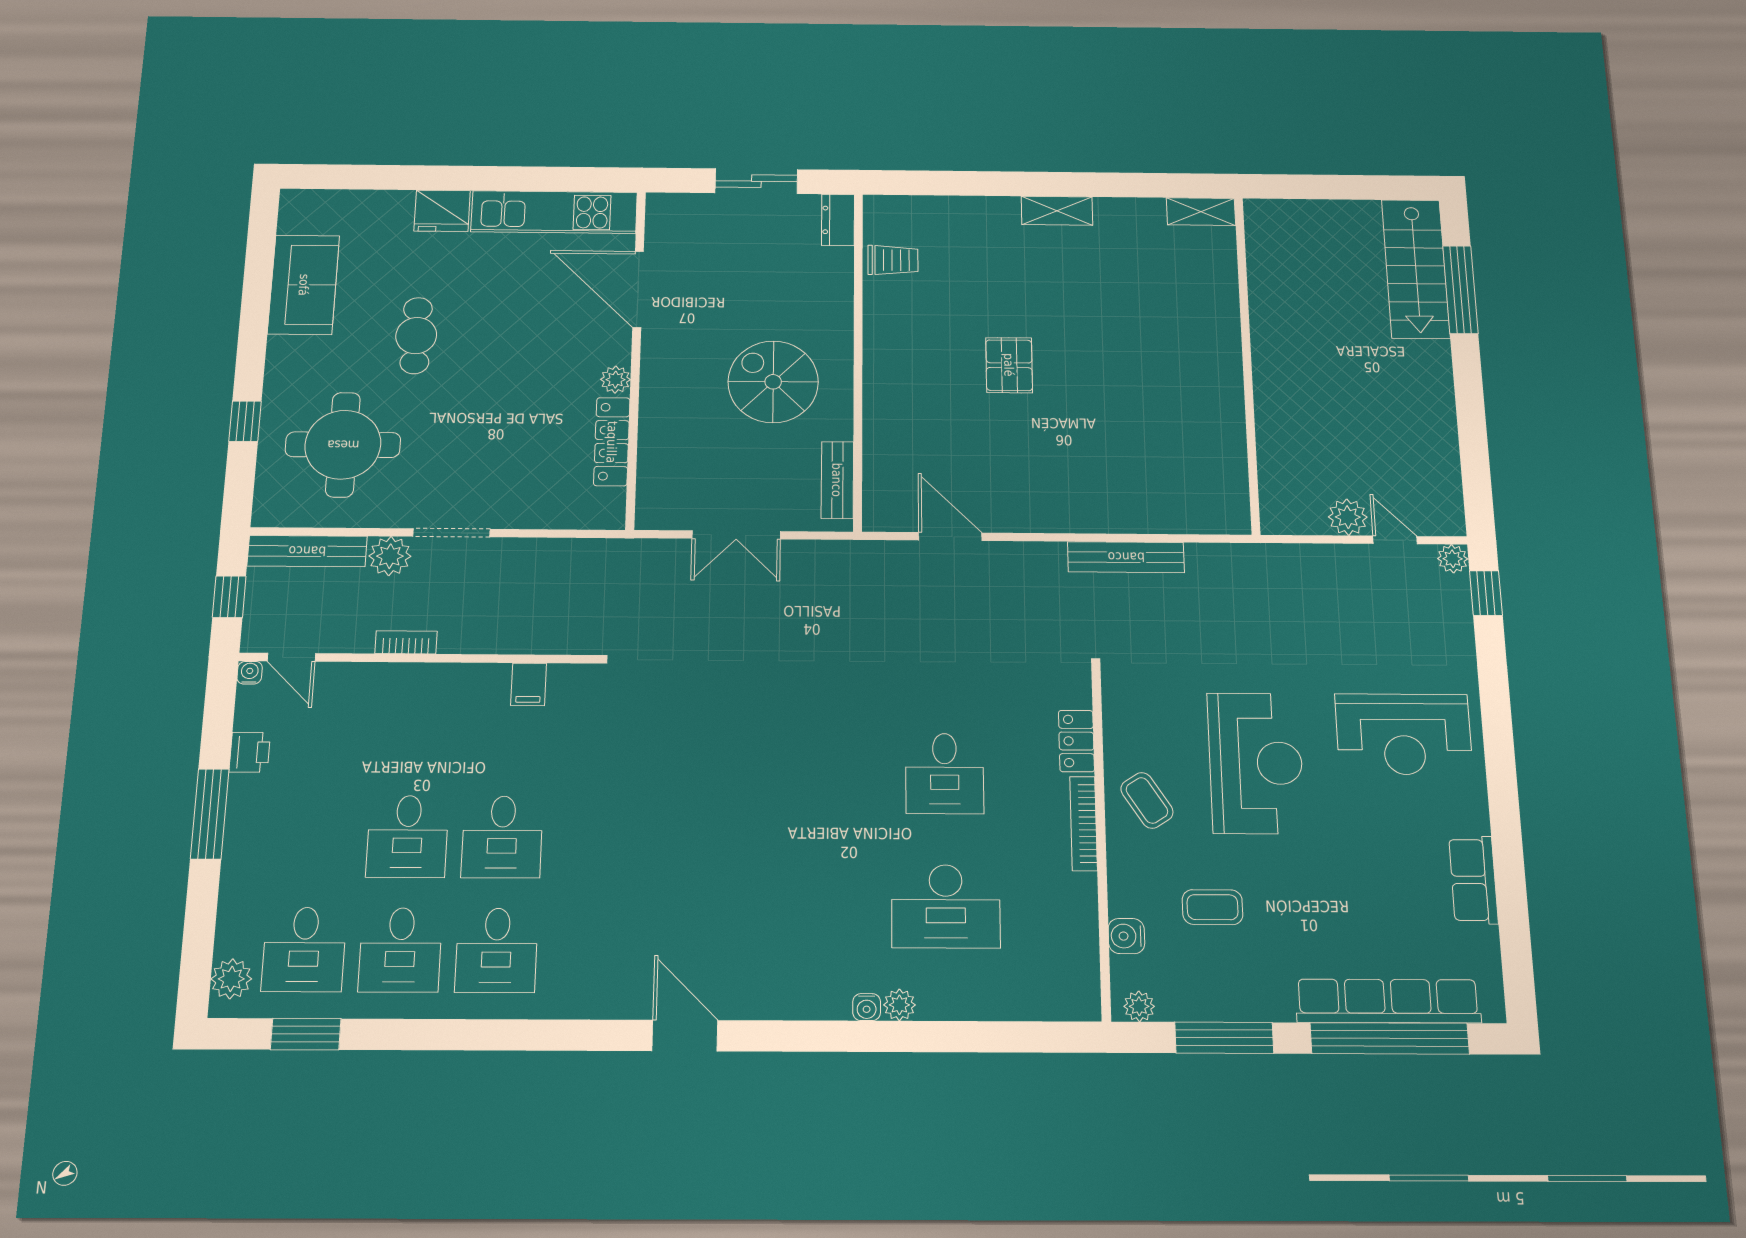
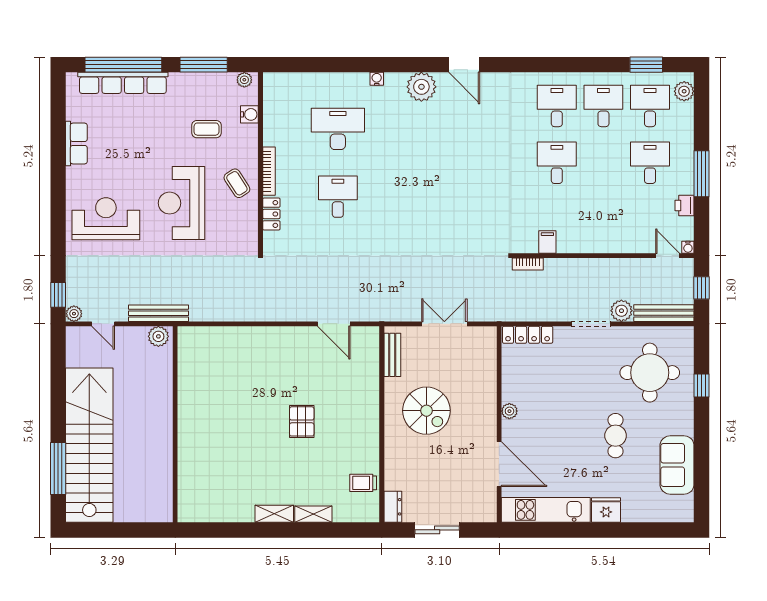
shelving: (1201, 212) -> (313, 514), moved
stairs: (1416, 269) -> (89, 445), width x1.86, depth x1.51
locker: (612, 442) -> (528, 335), moved, turned 90
plant: (1348, 517) -> (158, 336), moved
bench: (1126, 557) -> (158, 313), moved
bookcase: (406, 642) -> (528, 264), moved
desk: (408, 836) -> (650, 163), moved
plant: (899, 1005) -> (421, 87), moved, width x1.88, depth x1.88

